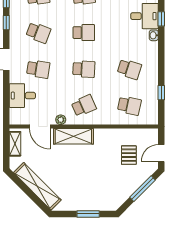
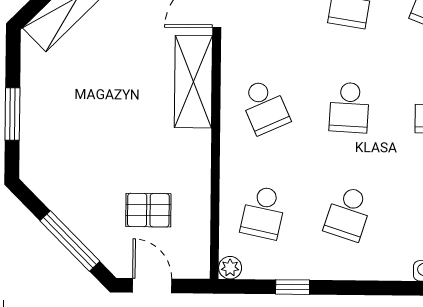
plant: (61, 120) -> (230, 268), moved

